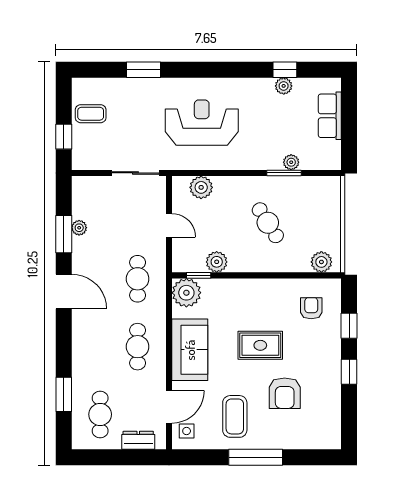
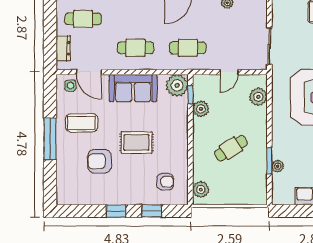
rug: (260, 345) -> (137, 142), turned 90

